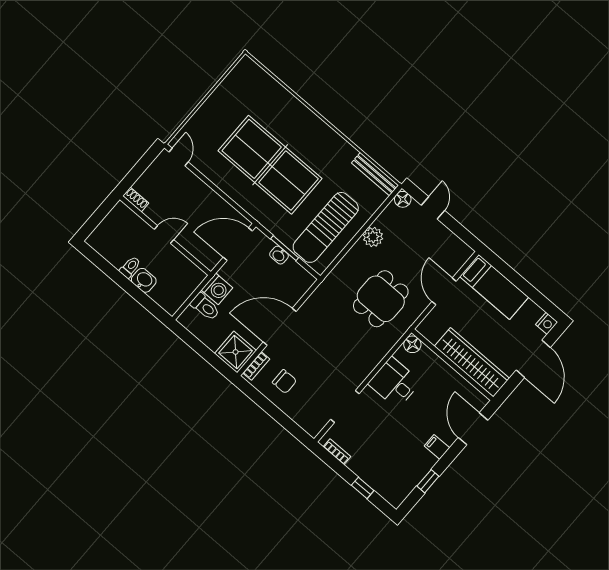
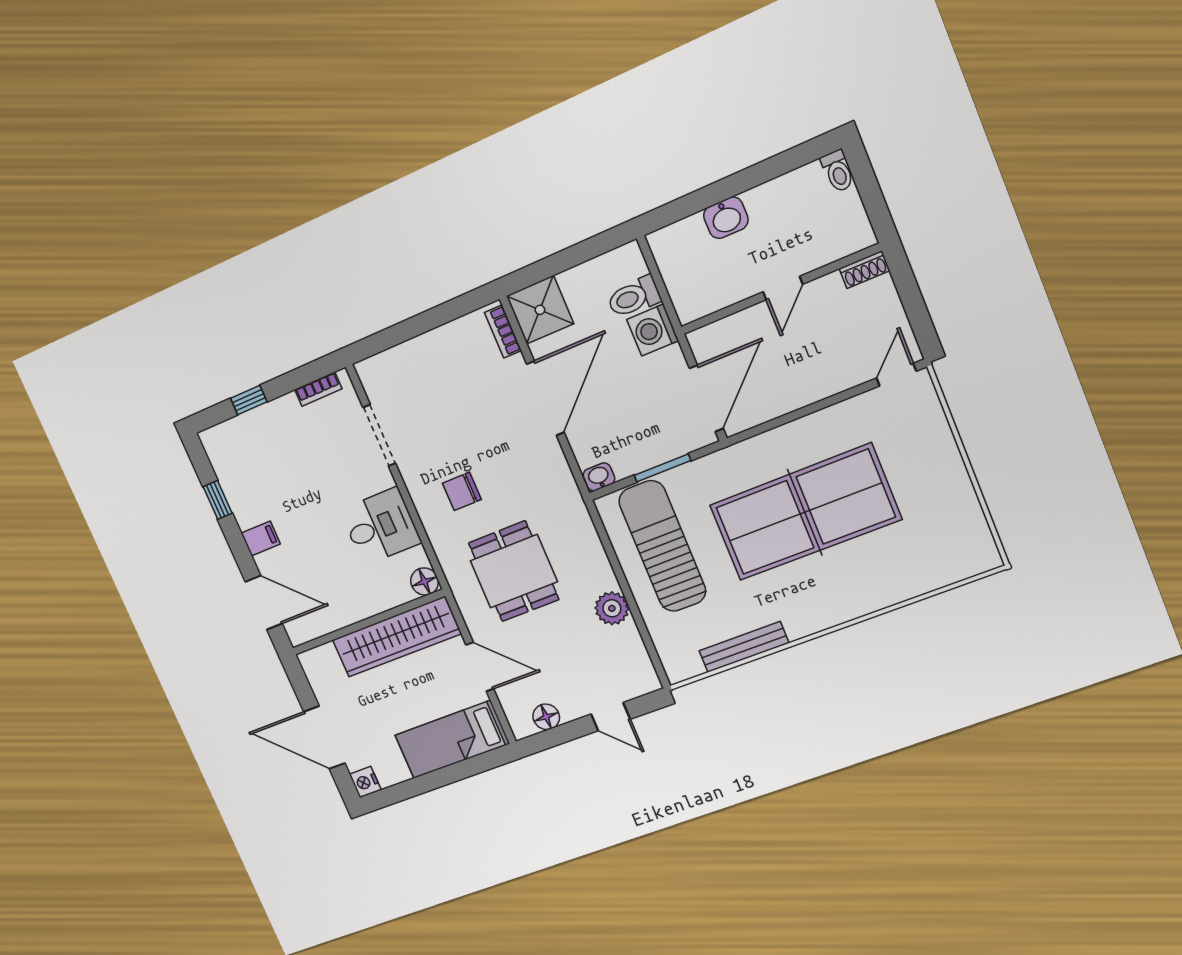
door: (179, 157) -> (896, 375), swing flipped
bench: (375, 174) -> (744, 647), moved
floor lamp: (403, 199) -> (546, 717), moved
washbasin: (279, 255) -> (599, 477), moved
toilet: (130, 267) -> (838, 171), moved
wardrobe: (472, 362) -> (397, 637), moved
chair: (284, 382) -> (462, 491), moved

